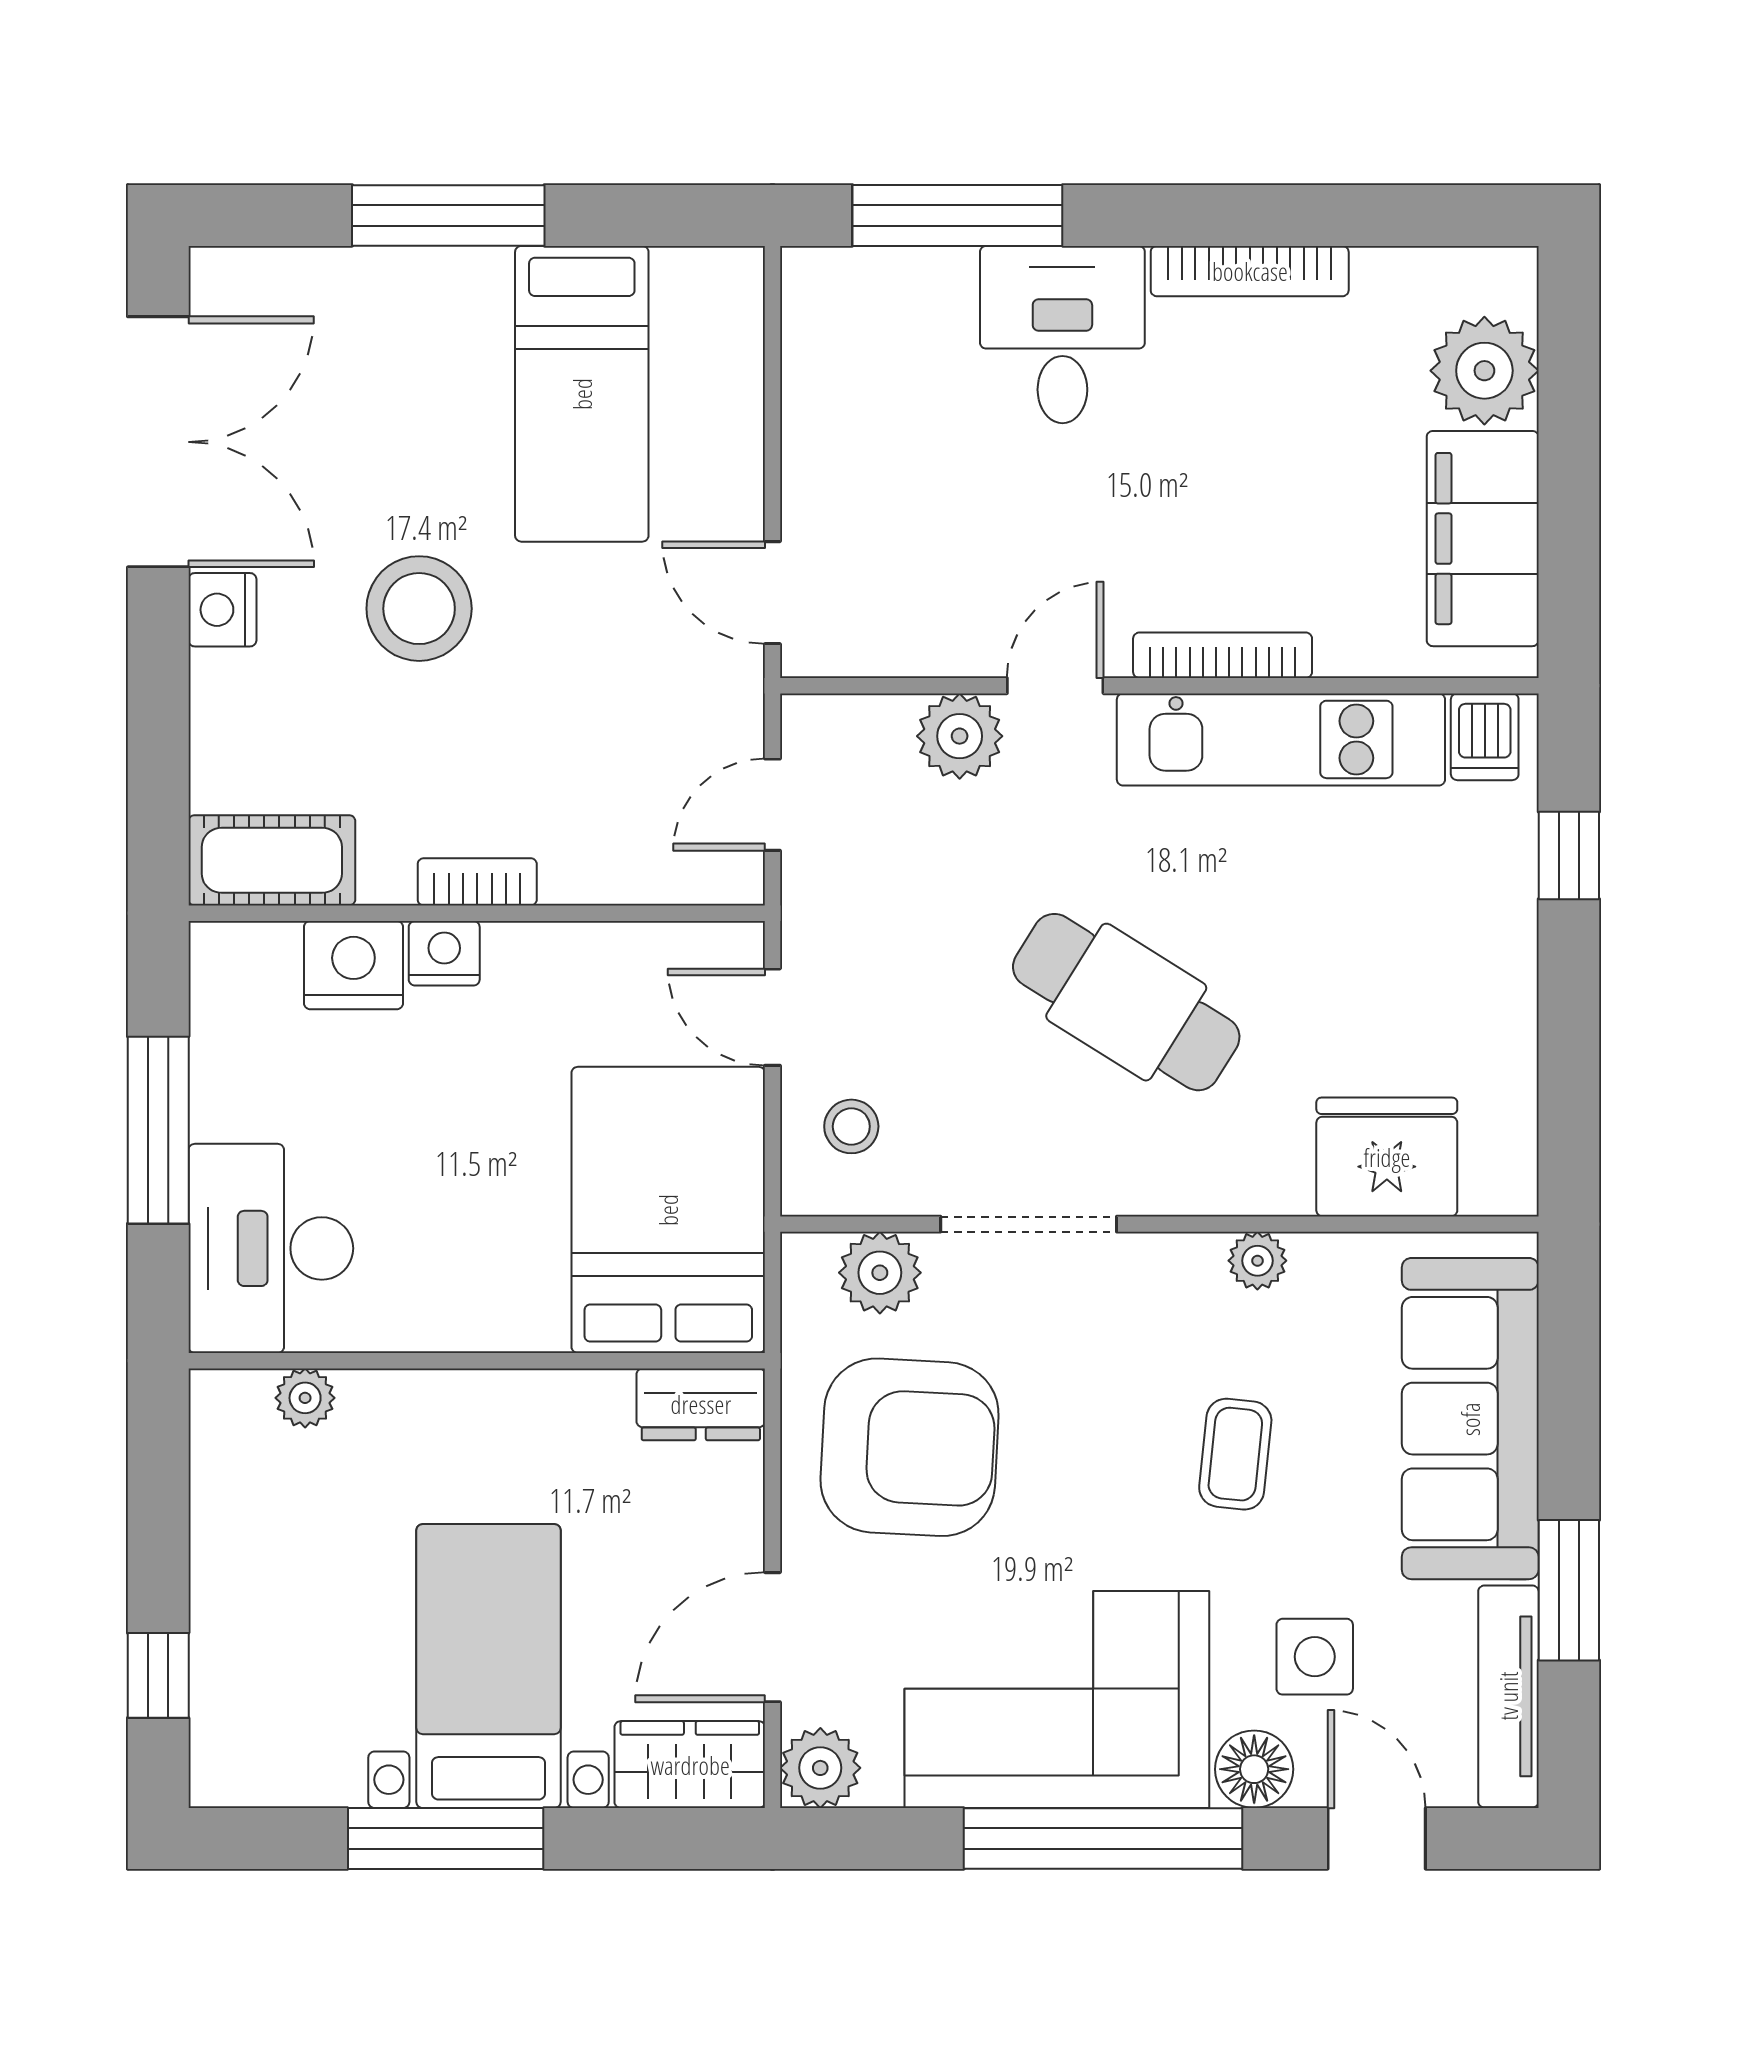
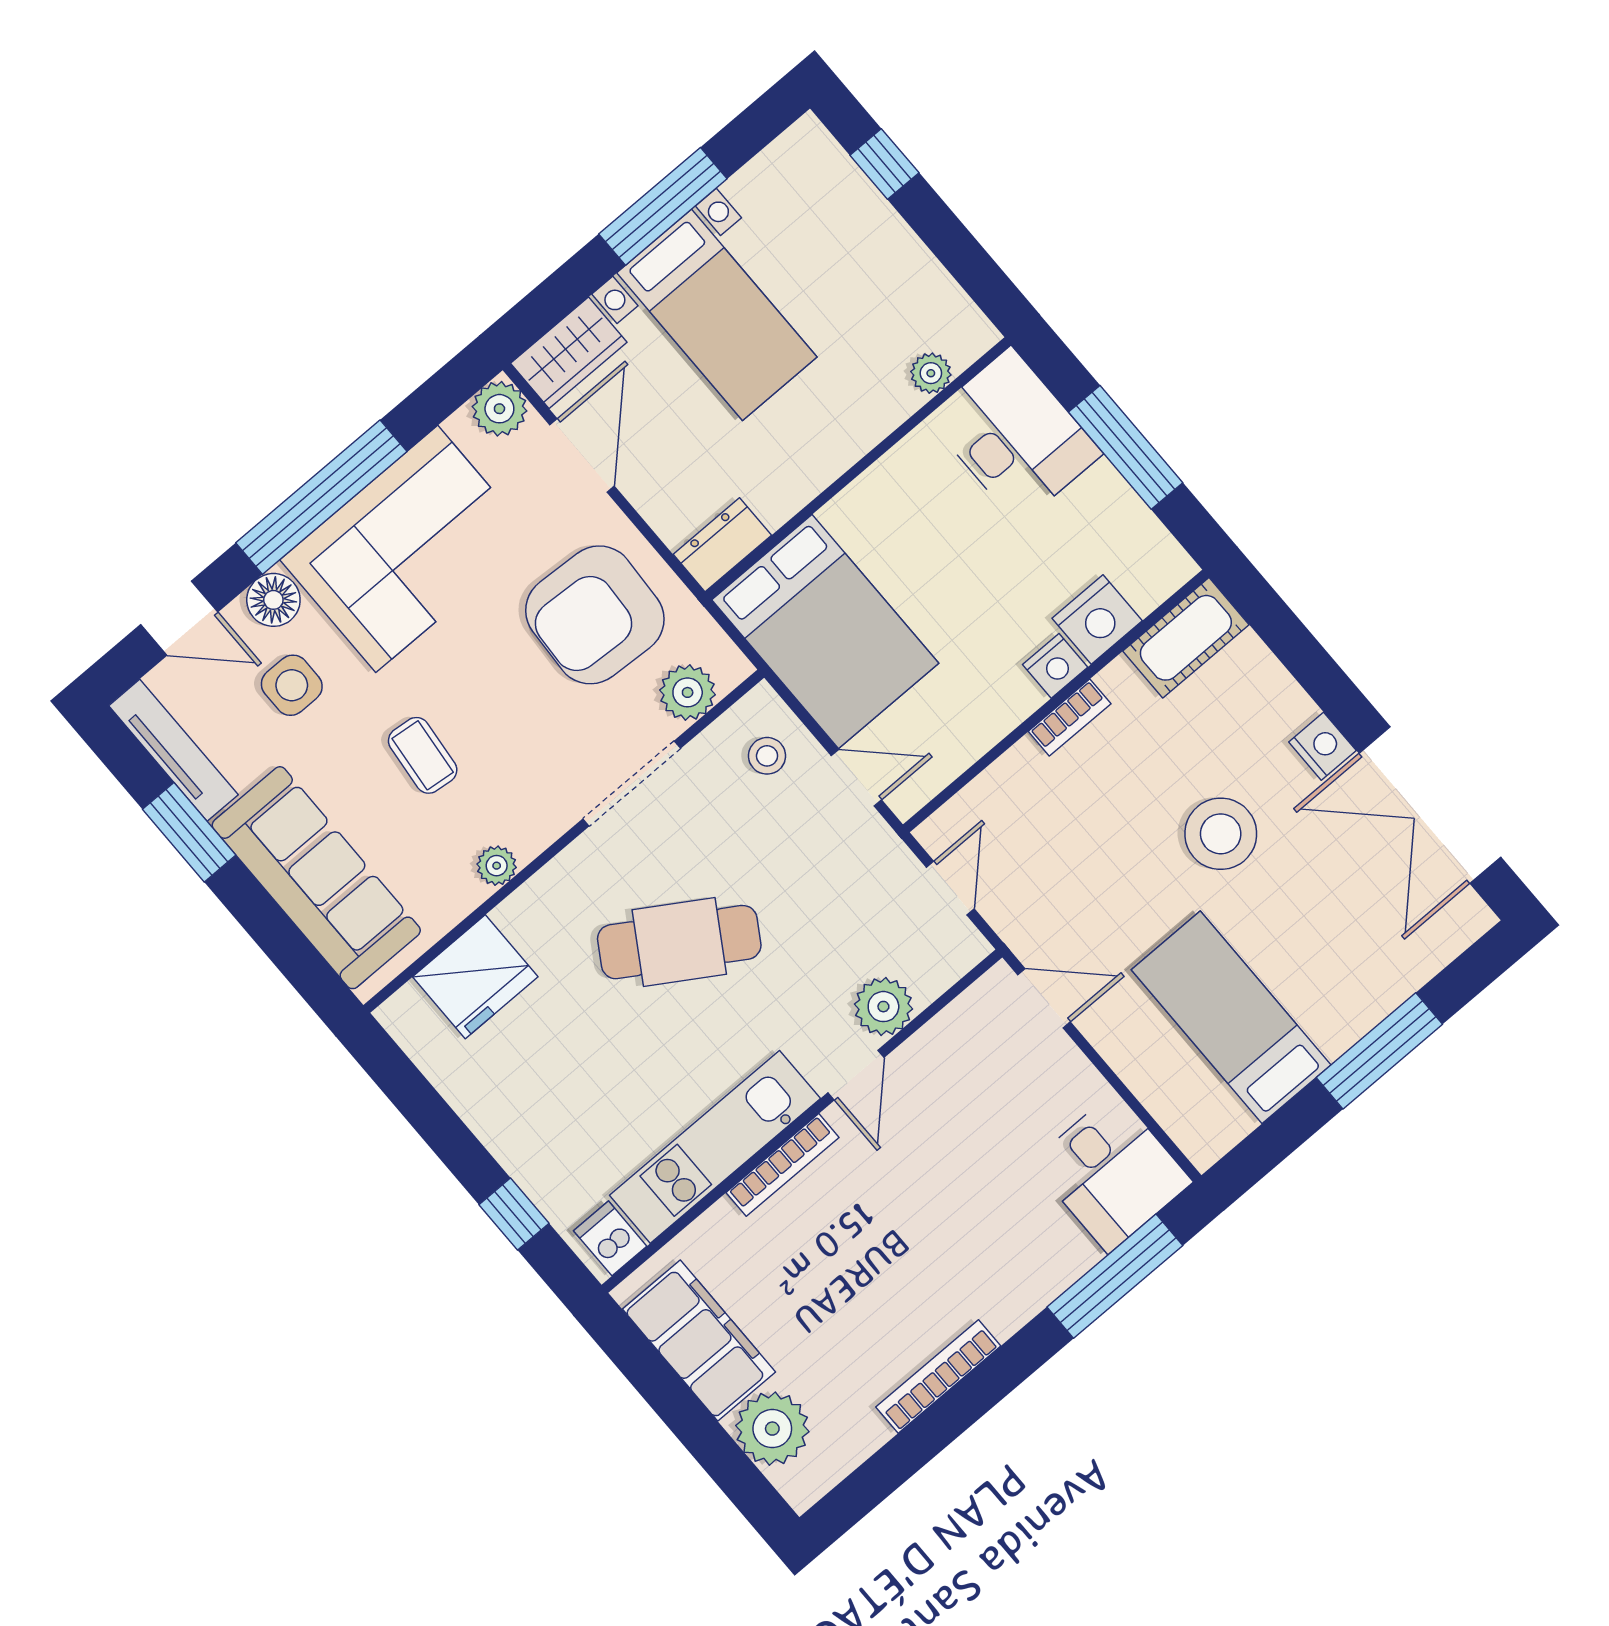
desk: (1062, 335) -> (1112, 1172), moved

